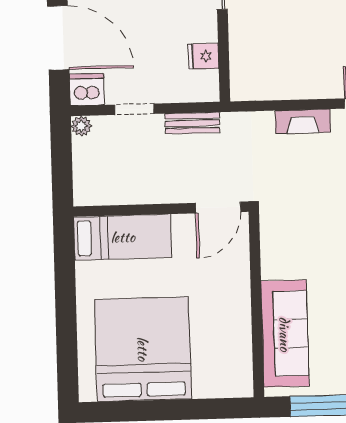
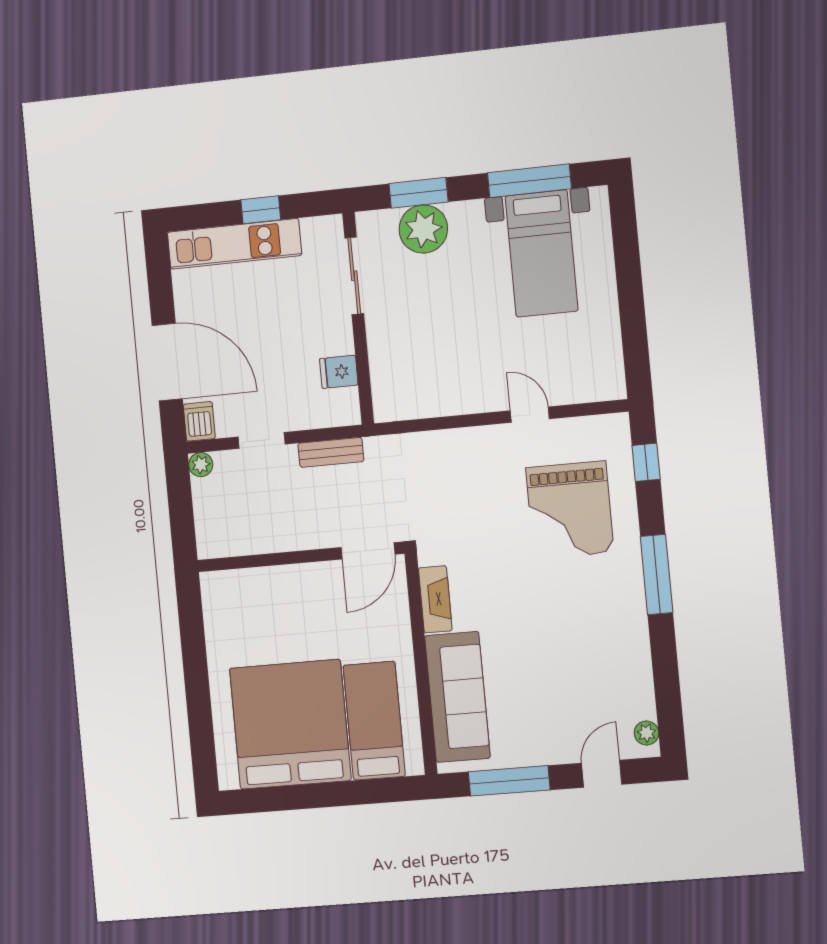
dishwasher: (87, 90) -> (199, 421), width x0.73
fireplace: (303, 121) -> (435, 599), moved, turned -90
bed: (123, 237) -> (374, 721), moved, turned -90

